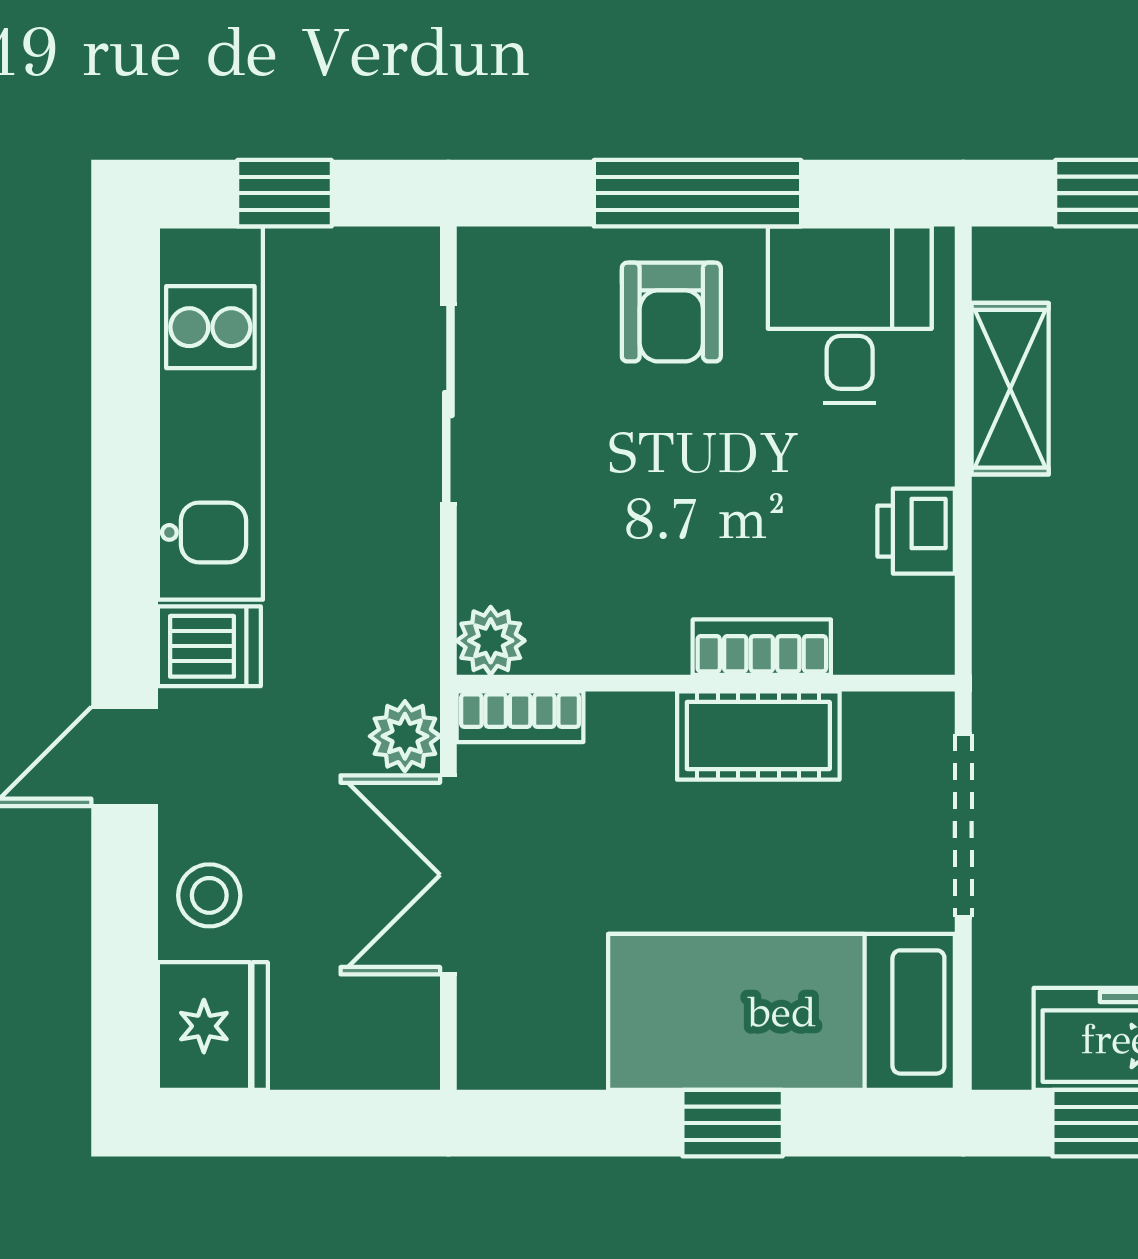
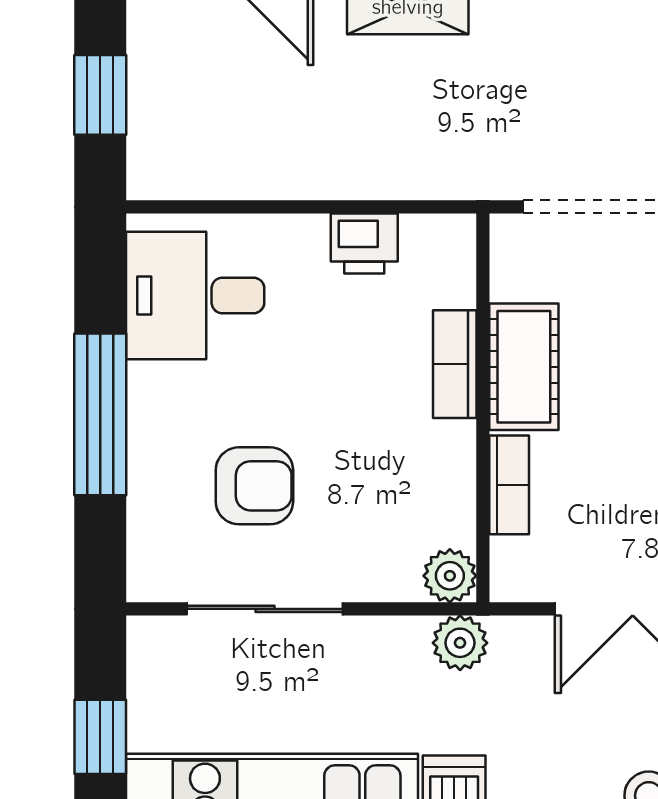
armchair: (671, 312) -> (254, 486), moved
shelving: (1010, 389) -> (253, 170), removed
bookcase: (520, 717) -> (509, 485), moved
plant: (405, 736) -> (460, 643), moved

